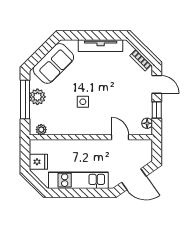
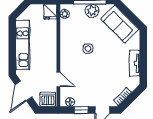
tv unit: (101, 46) -> (135, 63), width x0.71
door: (120, 137) -> (58, 79), hinge flipped
dishwasher: (144, 150) -> (48, 99), added
fridge: (38, 162) -> (50, 12), moved

